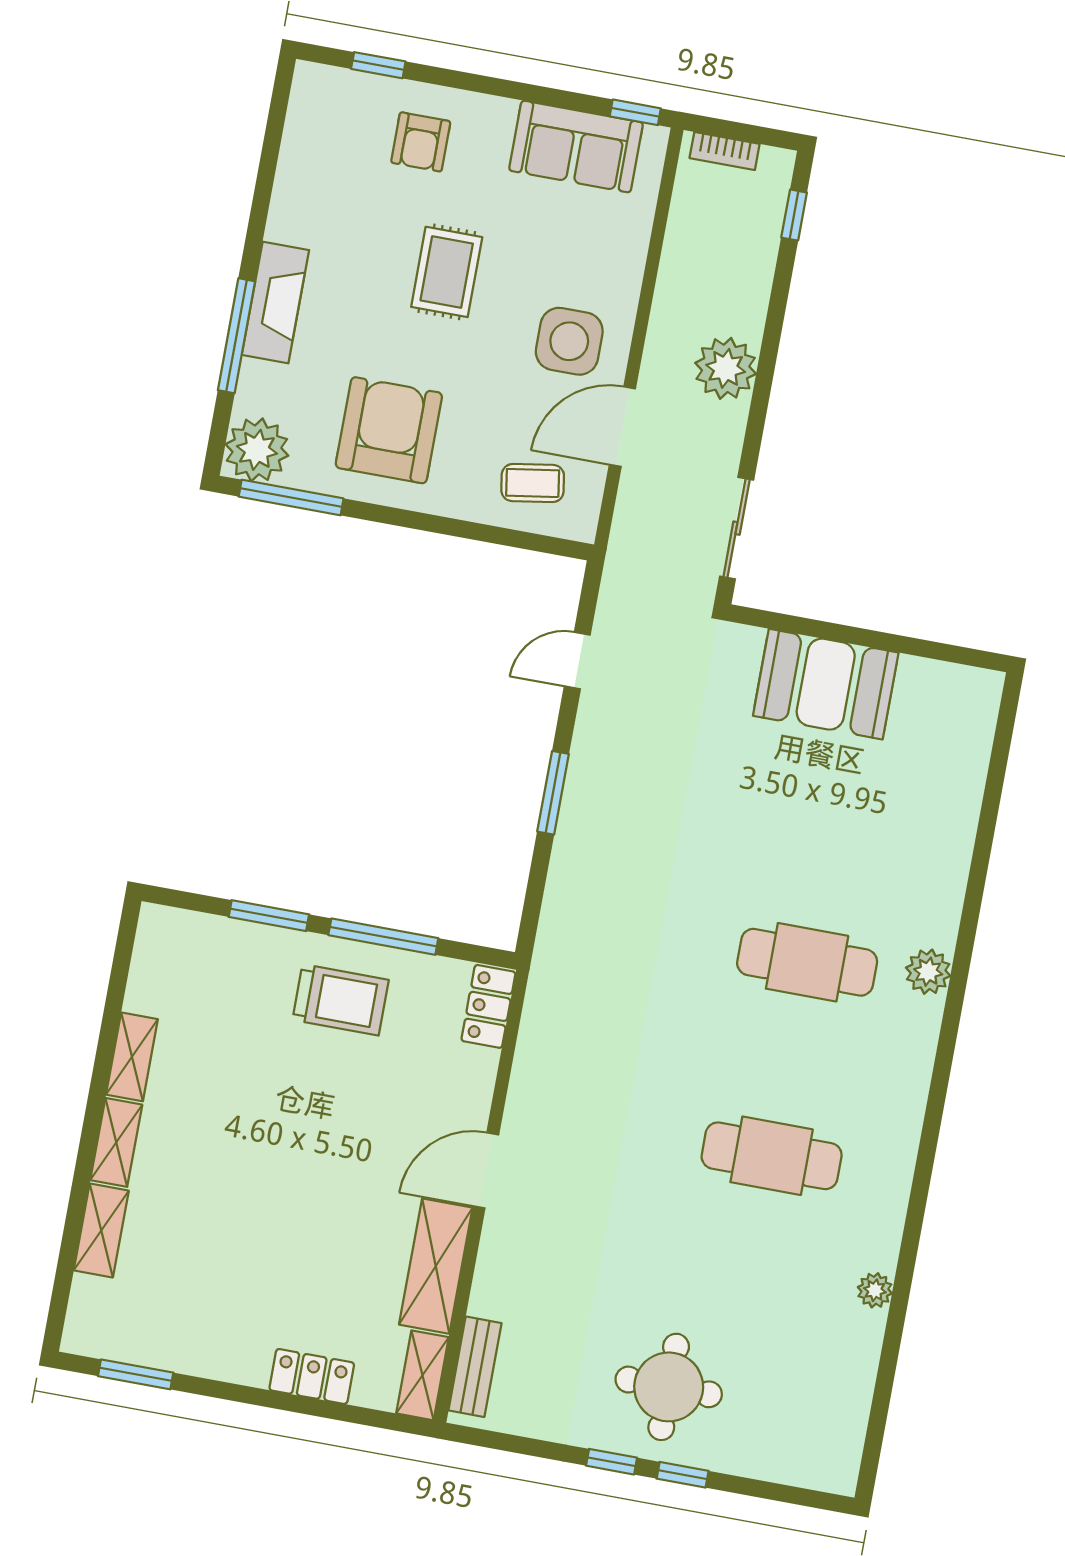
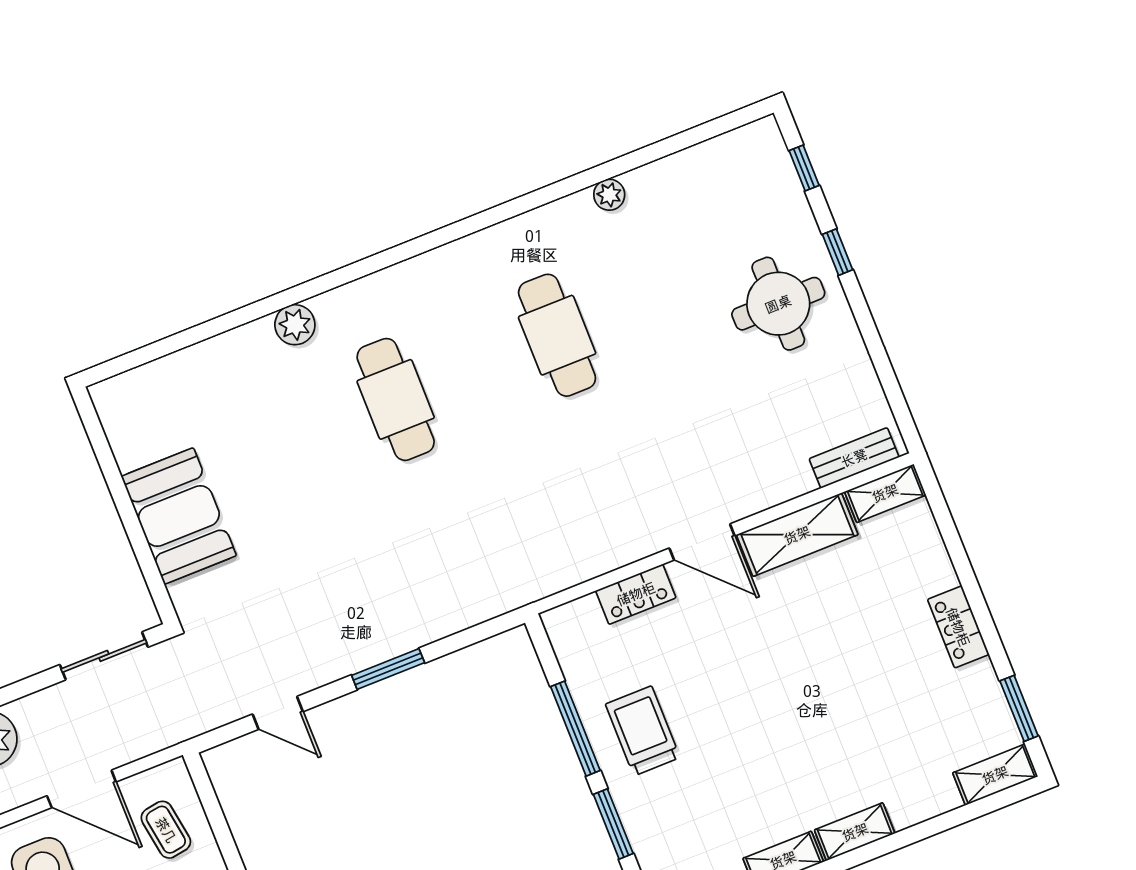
plant: (928, 972) -> (295, 325), moved
locker: (488, 1006) -> (636, 594), moved
shelving: (101, 1231) -> (995, 775), moved
locker: (312, 1376) -> (958, 627), moved
window: (612, 1462) -> (804, 168), moved

